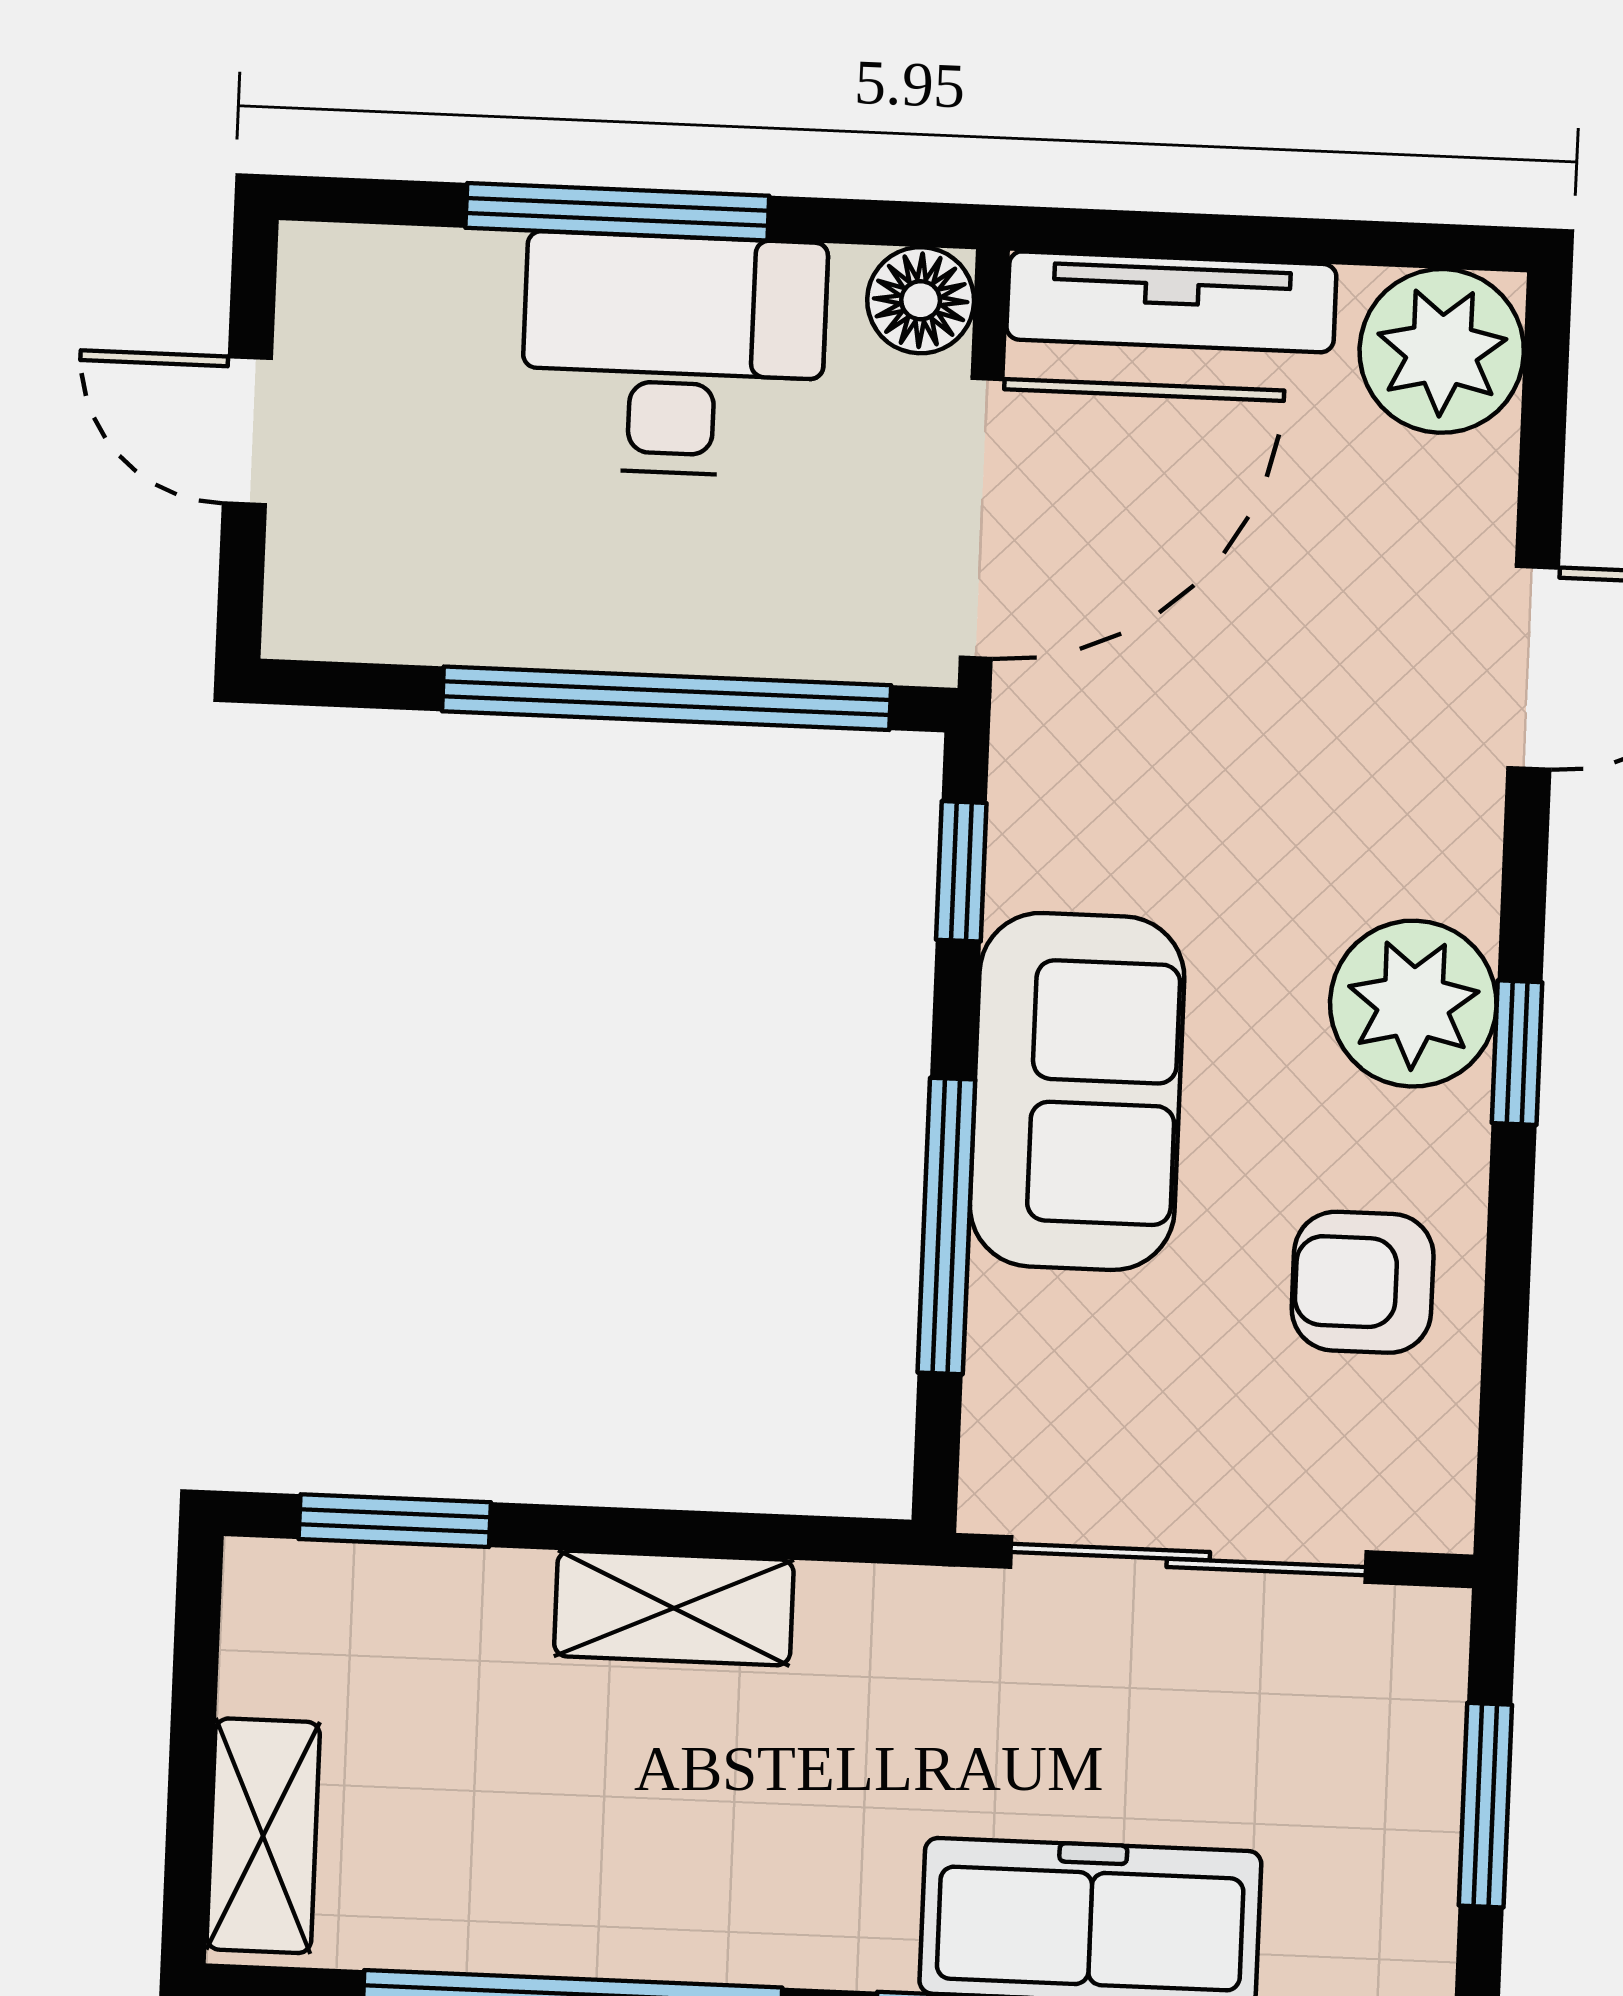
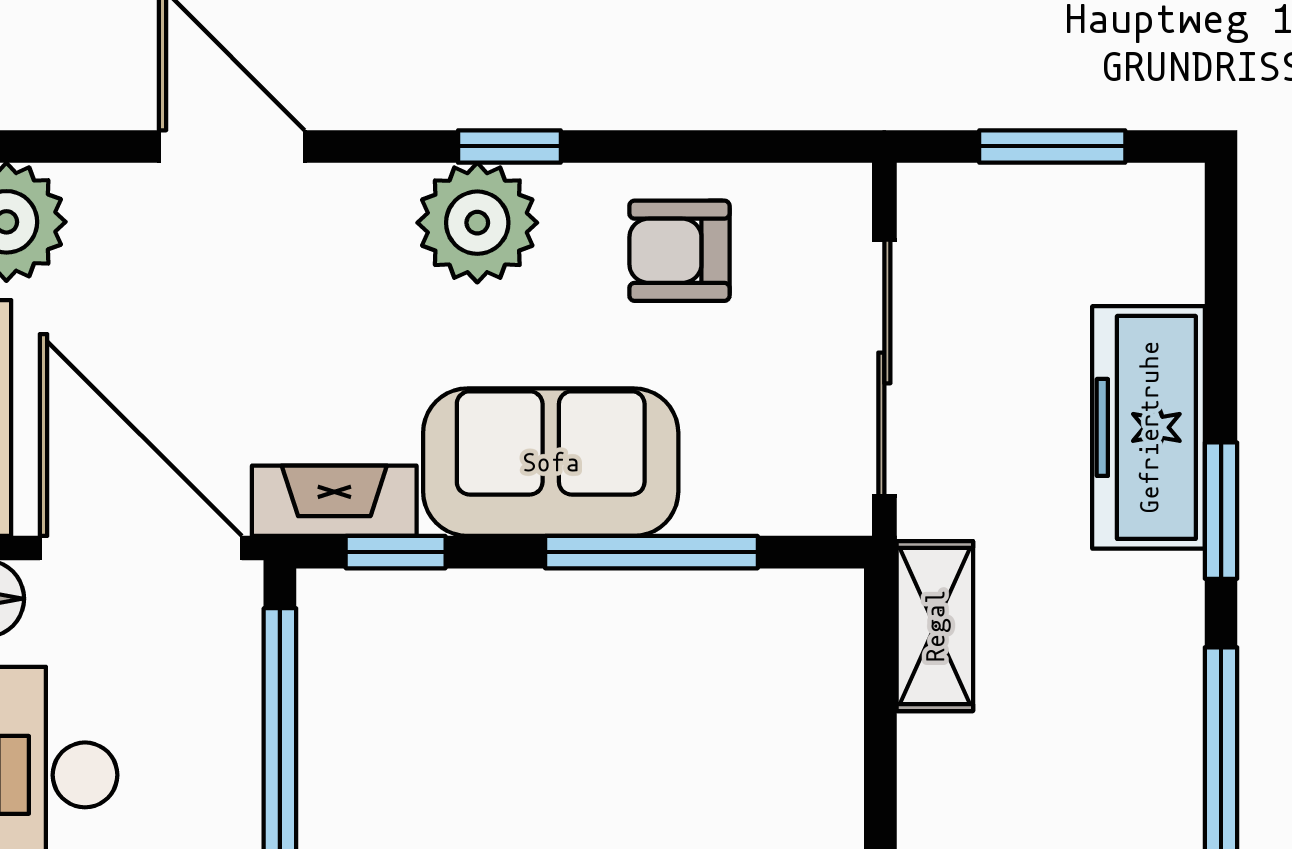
fireplace: (1036, 789) -> (334, 501), added
armchair: (1363, 1282) -> (679, 251), turned 90
shelving: (674, 1608) -> (935, 626), moved

